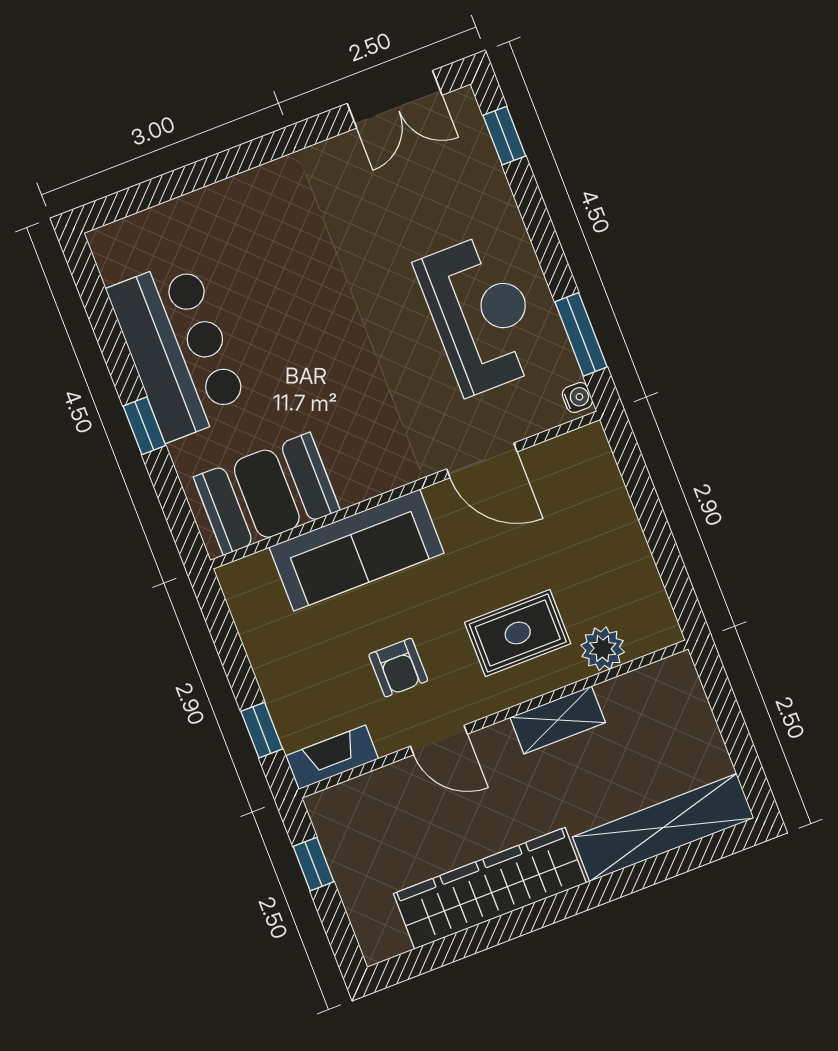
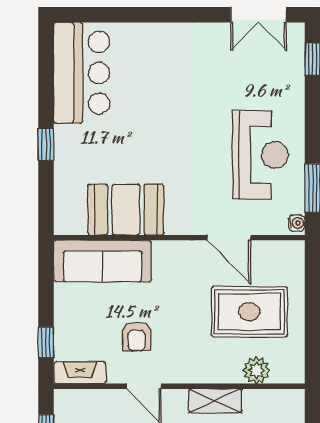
bar counter: (178, 350) -> (82, 73), moved
booth: (267, 494) -> (126, 210), moved
sofa: (357, 550) -> (103, 261), moved
rug: (518, 633) -> (249, 312), moved, width x1.36, depth x1.43

